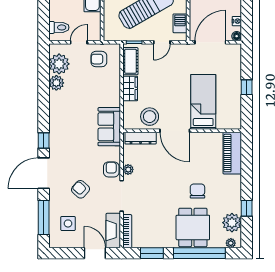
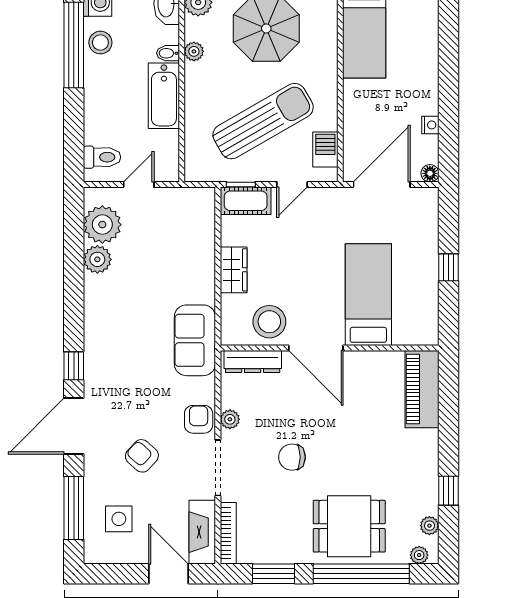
nightstand: (237, 21) -> (430, 125), moved
armchair: (99, 59) -> (176, 215), removed
cot: (130, 61) -> (246, 201), moved, turned 90
chair: (197, 191) -> (292, 457), moved, turned -90
plant: (232, 223) -> (429, 526), width x0.53, depth x0.53
dining table: (193, 227) -> (349, 526), turned 90

